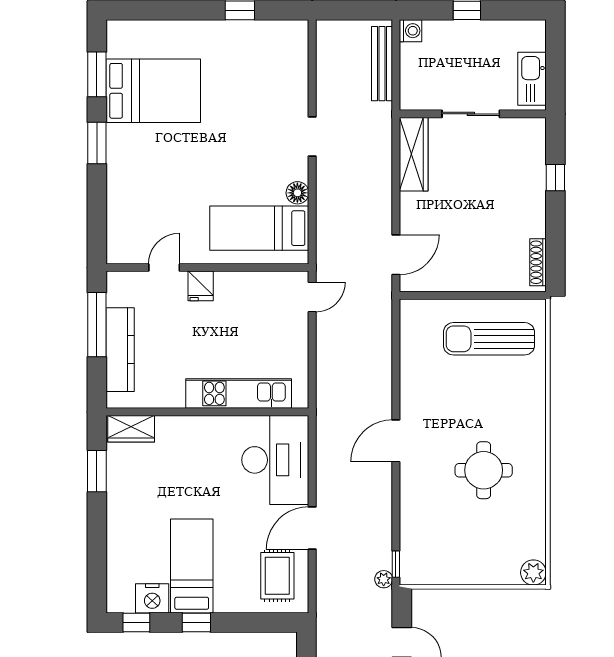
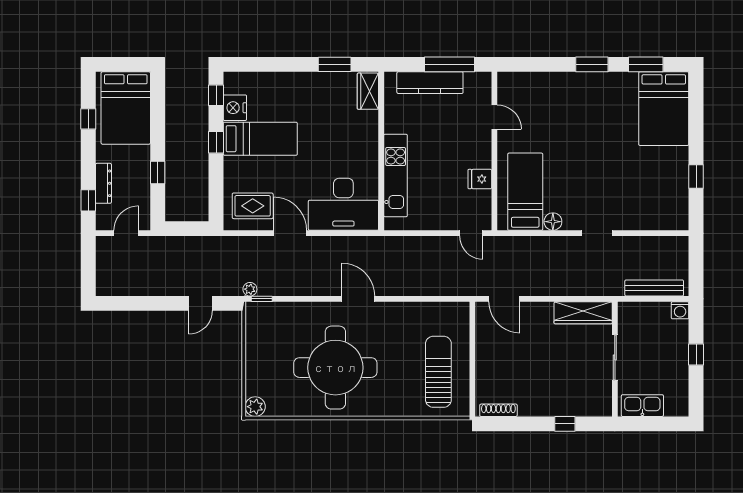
bed: (153, 91) -> (664, 109), moved
fridge: (201, 286) -> (480, 179), moved
round table: (484, 470) -> (335, 368), width x1.86, depth x1.86

